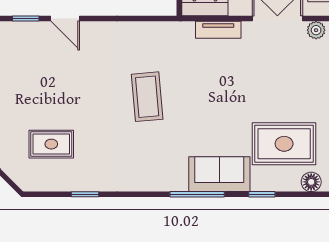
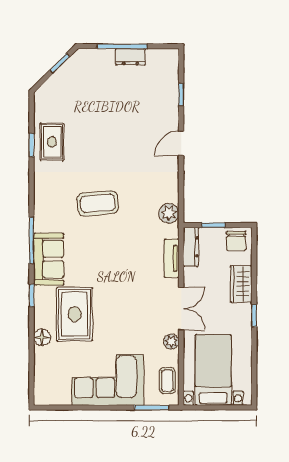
door: (65, 19) -> (181, 143), moved
plant: (165, 33) -> (169, 213), added
coffee table: (147, 97) -> (98, 203), moved
rug: (51, 144) -> (52, 142), moved

